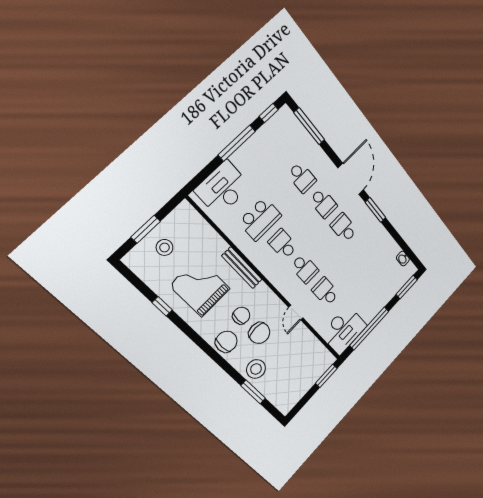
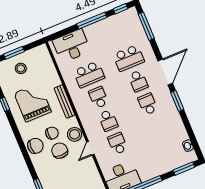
school desk: (302, 177) -> (129, 58), width x1.85
chair: (259, 333) -> (60, 151), turned 180
stool: (256, 369) -> (75, 134), moved

